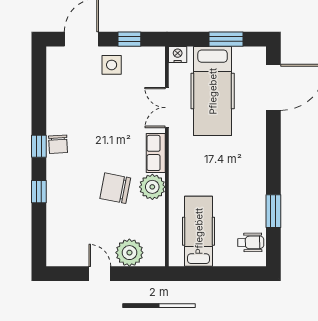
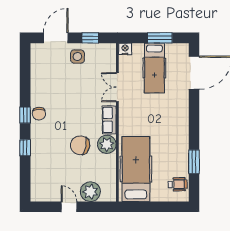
hospital bed: (213, 91) -> (154, 68), width x0.73, depth x0.78
hospital bed: (199, 231) -> (136, 169), width x1.37, depth x1.29

